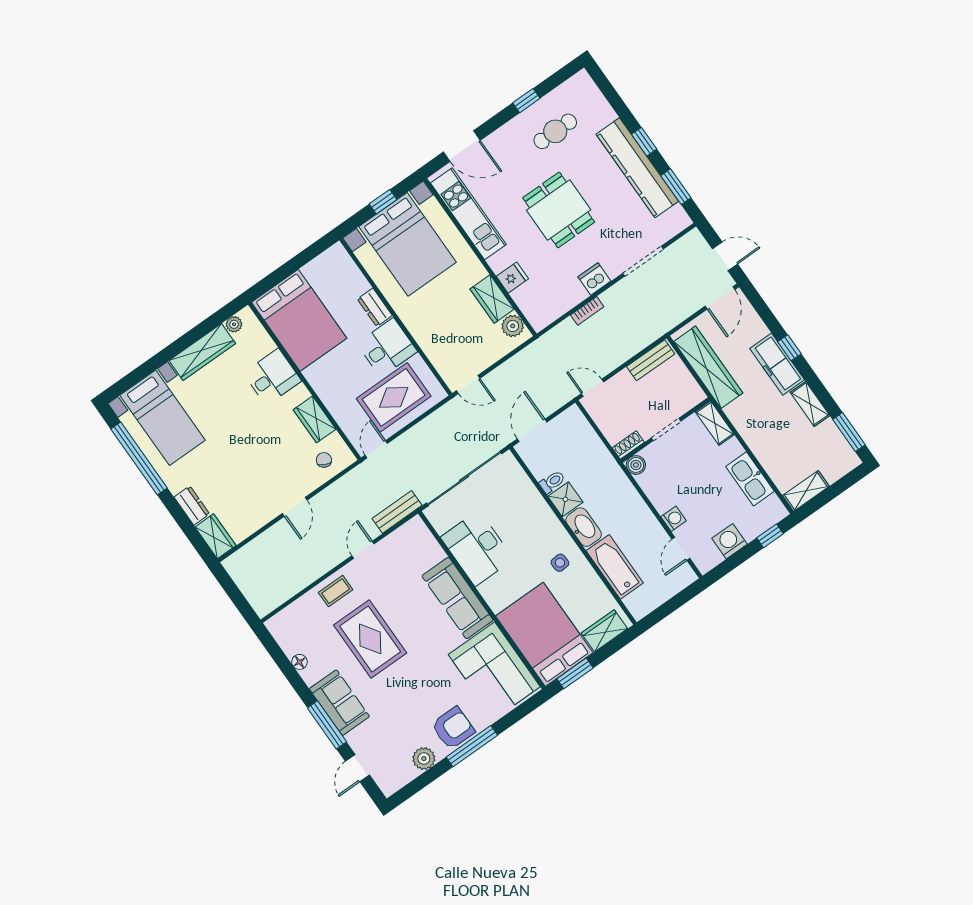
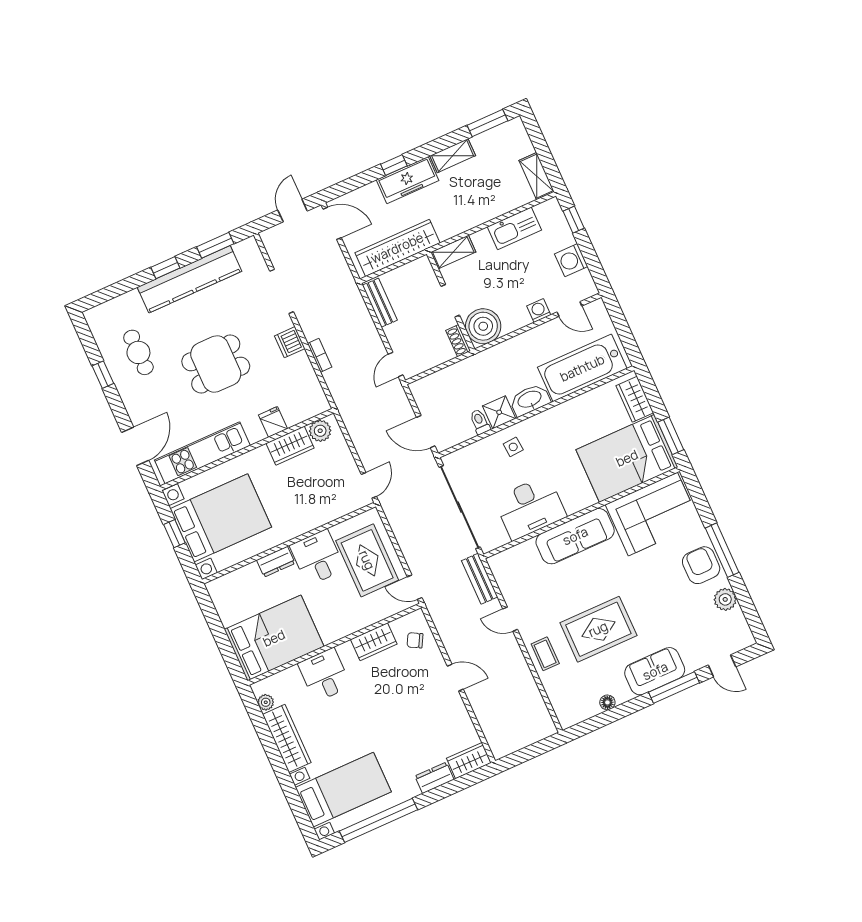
boiler: (636, 465) -> (483, 326), width x1.86, depth x1.86
side table: (560, 563) -> (513, 447), moved
bathtub: (615, 567) -> (582, 368), width x1.36, depth x1.36

